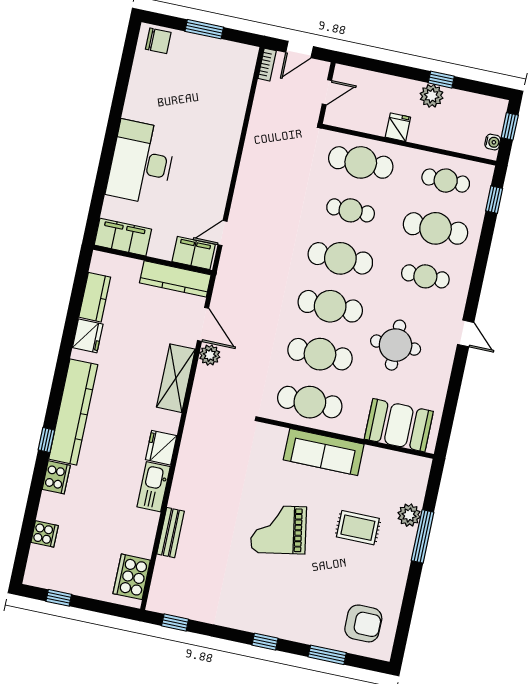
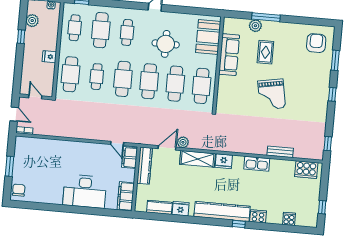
plant: (432, 96) -> (32, 21), moved
fridge: (161, 448) -> (224, 161), moved
sofa: (324, 452) -> (229, 55), moved

